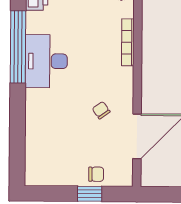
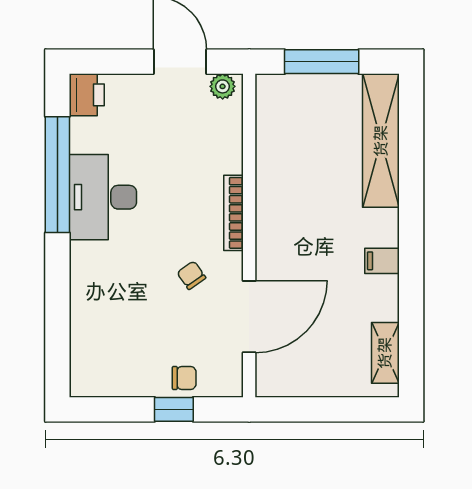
bookcase: (128, 42) -> (233, 213), moved

